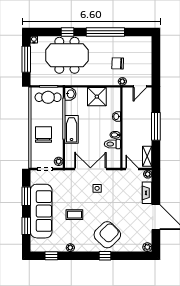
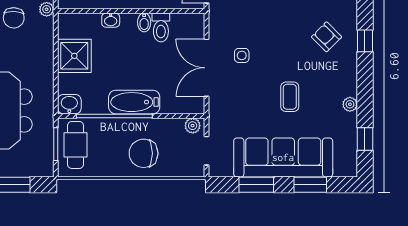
armchair: (107, 235) -> (327, 37), width x0.53, depth x0.53

